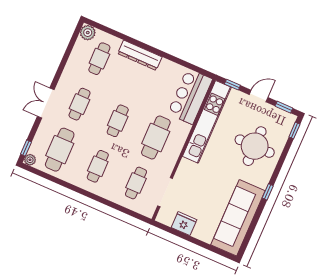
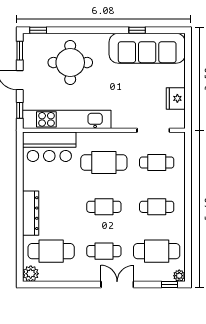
cafe table: (99, 59) -> (51, 251), width x1.37, depth x1.35
double door: (46, 103) -> (117, 285), swing flipped
window: (268, 192) -> (137, 30), moved

